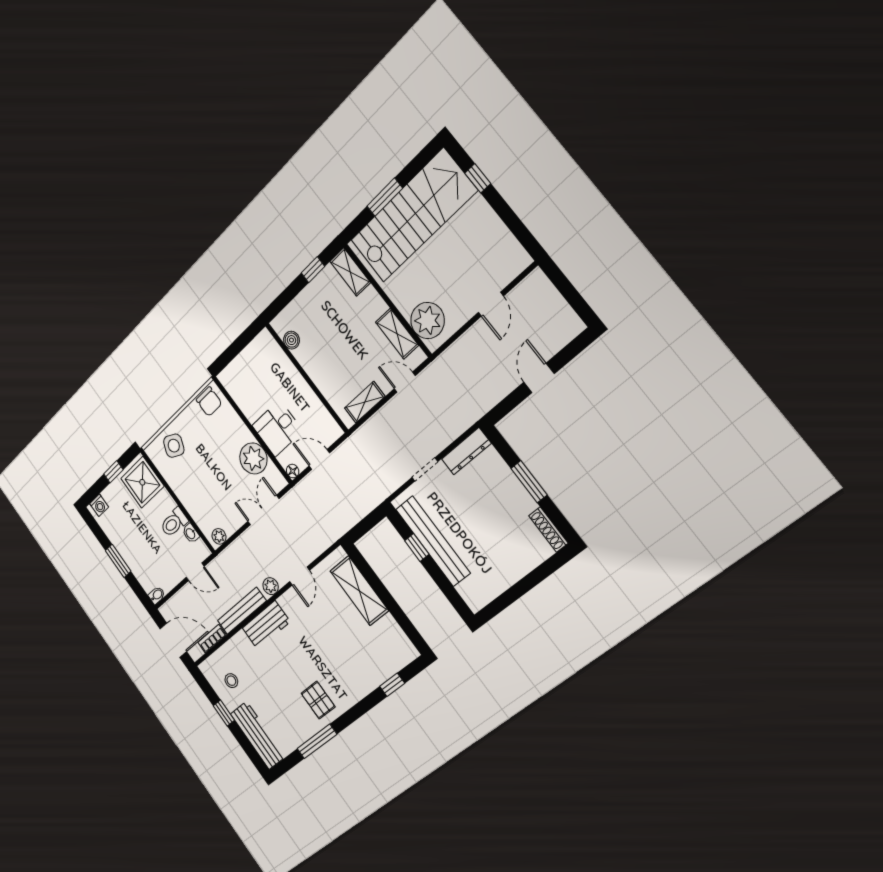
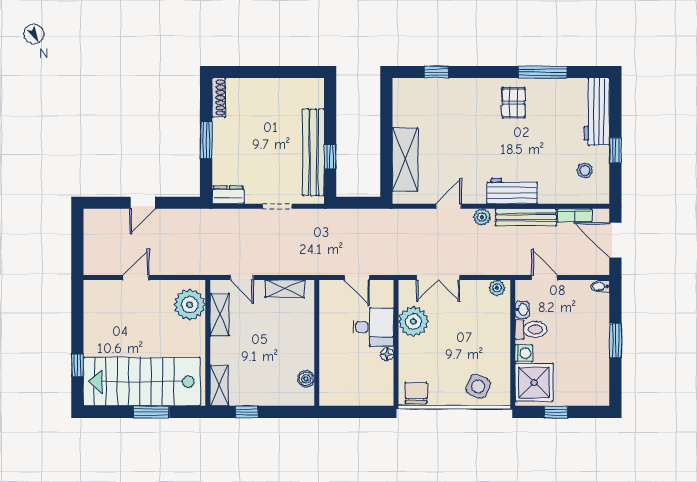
dresser: (466, 451) -> (228, 195), width x0.70
floor lamp: (293, 471) -> (387, 354), moved
washing machine: (99, 505) -> (524, 353), moved, turned 90

